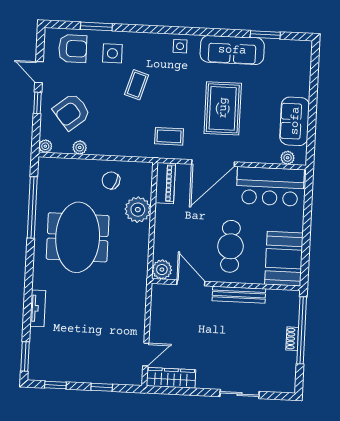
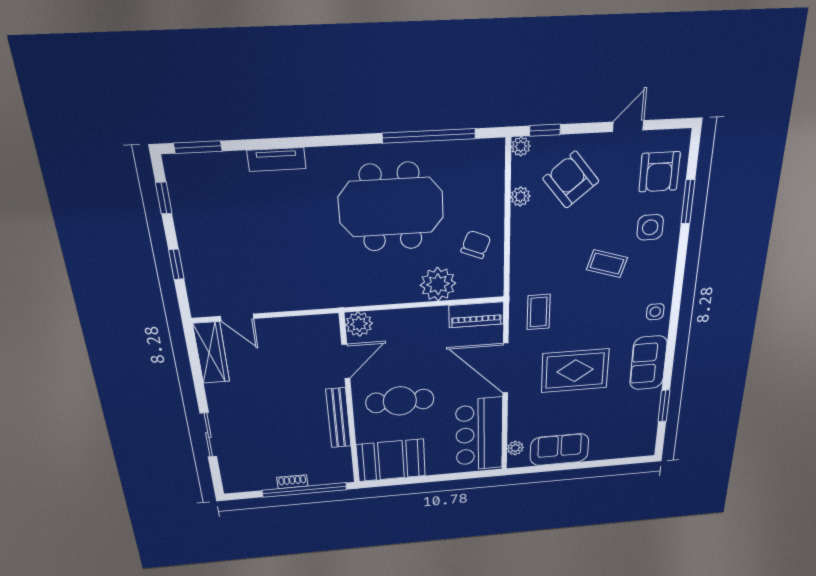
sofa: (232, 50) -> (648, 363), width x0.73
window: (37, 103) -> (545, 130), moved

